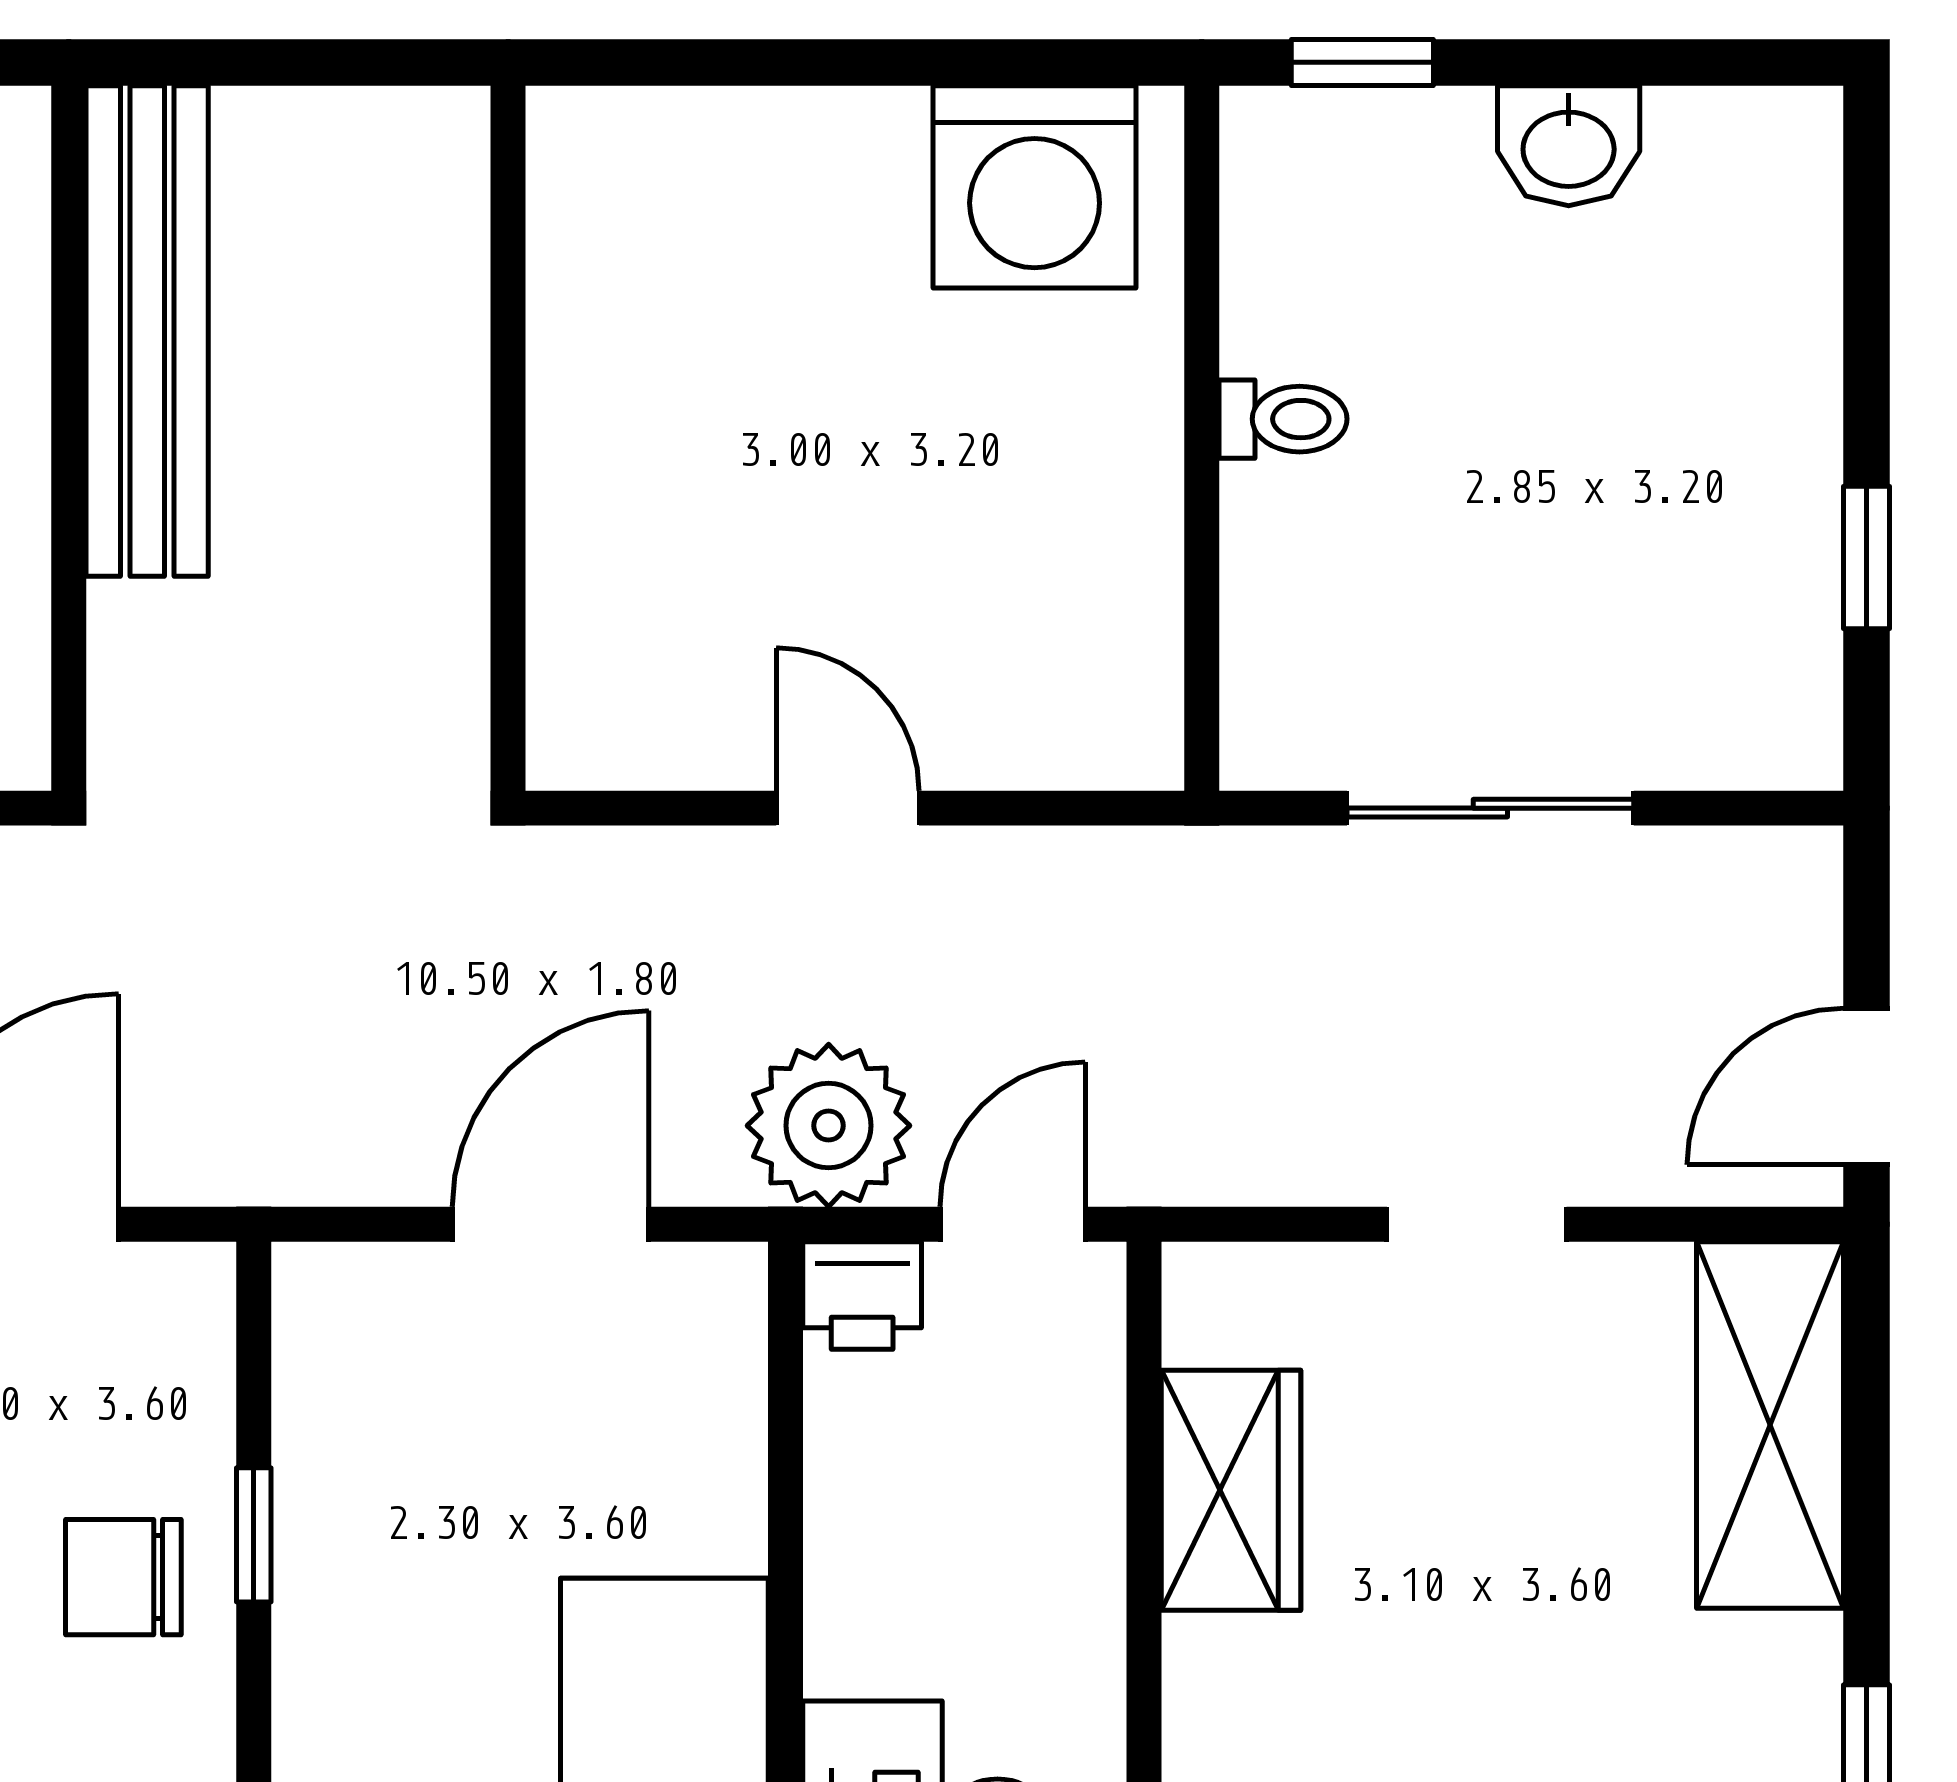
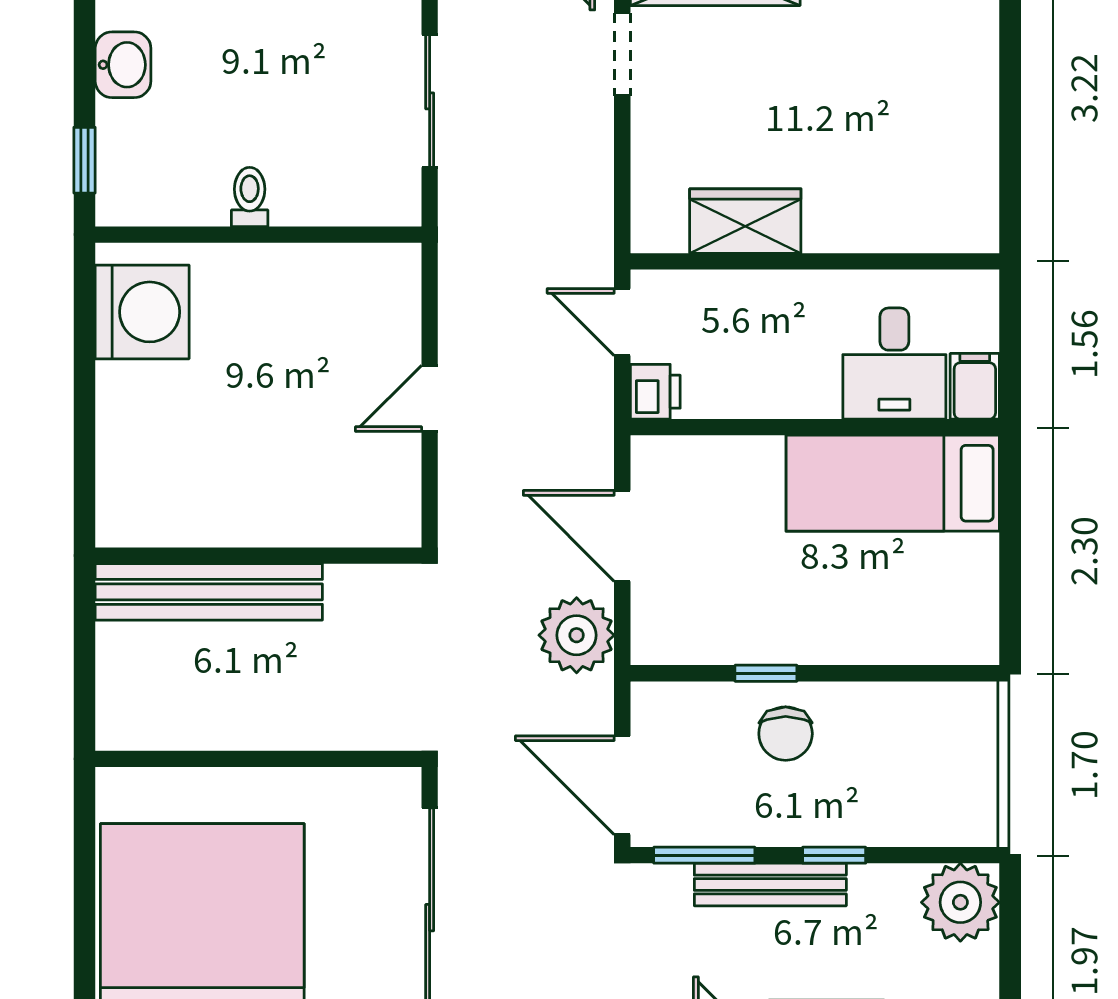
bench: (147, 331) -> (209, 592), moved
plant: (829, 1126) -> (577, 635), moved
doorway: (1477, 1224) -> (622, 54), moved

